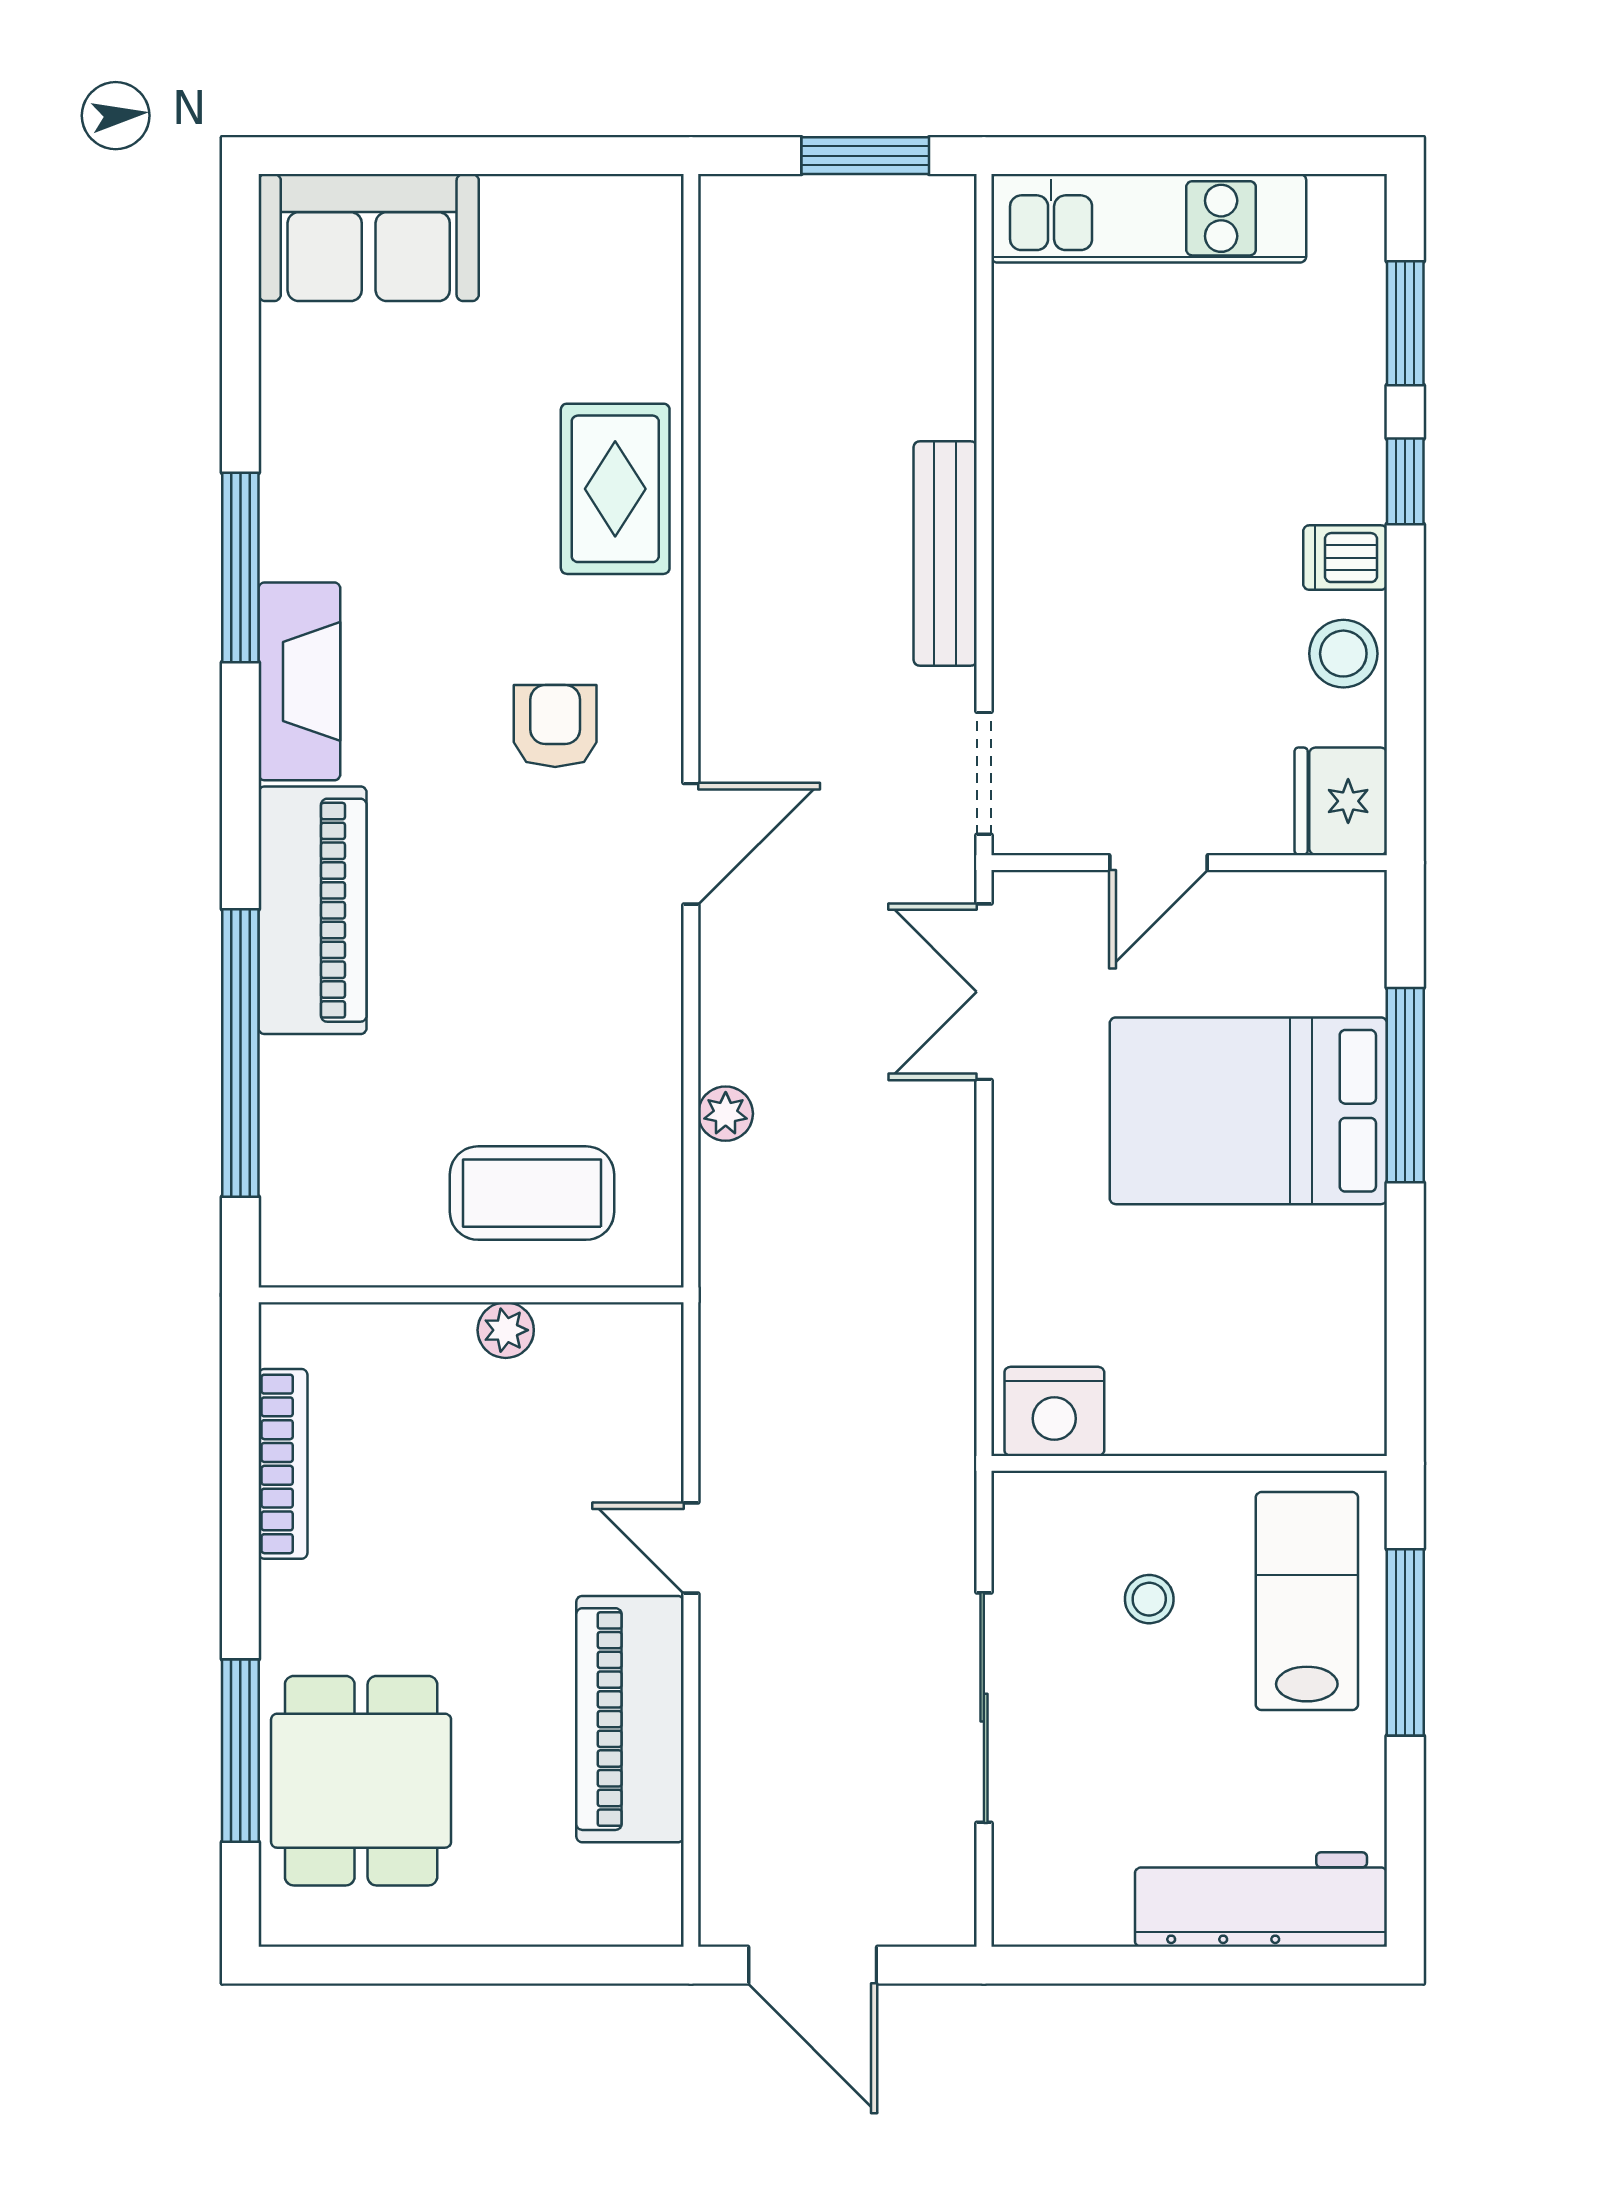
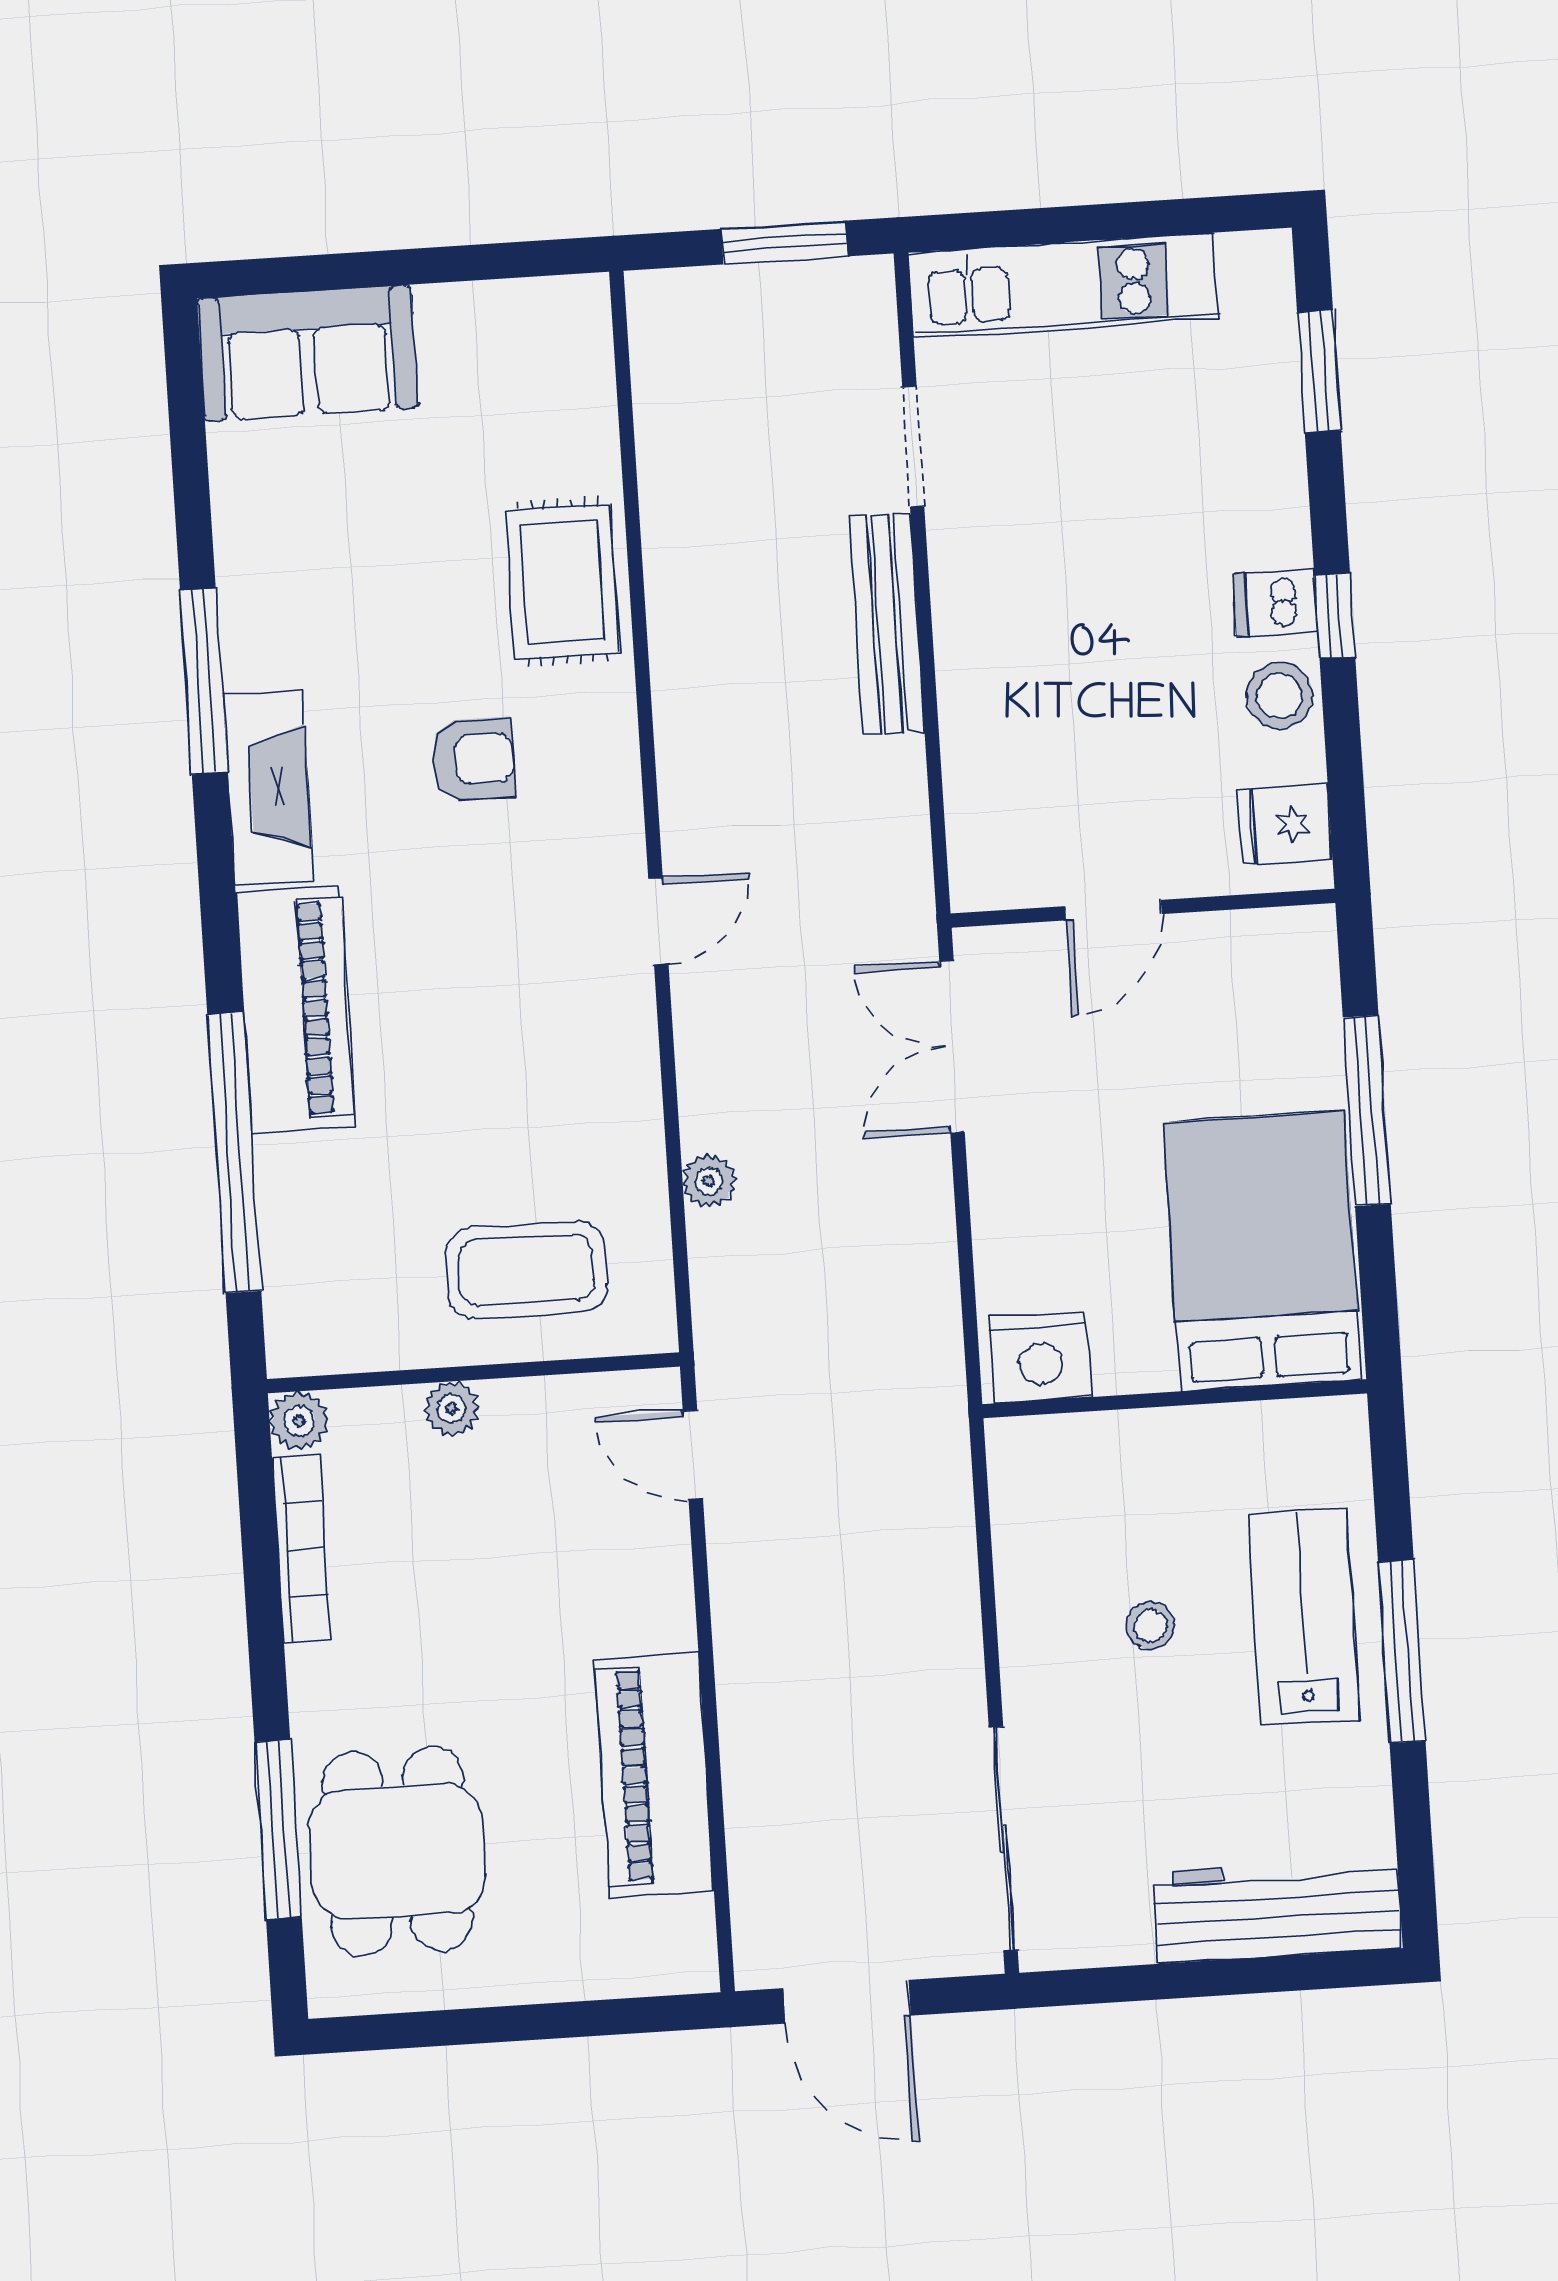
window: (1405, 481) -> (1335, 616), moved
armchair: (555, 726) -> (473, 759), moved, turned 90
doorway: (984, 773) -> (913, 447), moved
fridge: (1341, 801) -> (1285, 825), width x0.72
door: (691, 844) -> (658, 921), width x0.73
bed: (1248, 1111) -> (1262, 1251), moved, turned 90
plant: (506, 1330) -> (452, 1409), moved
plant: (289, 1333) -> (299, 1421), added
nightstand: (1054, 1411) -> (1041, 1357), moved
wall: (1189, 1463) -> (1175, 1399), moved
door: (691, 1548) -> (693, 1455), moved
sliding door: (984, 1708) -> (1003, 1839), moved

